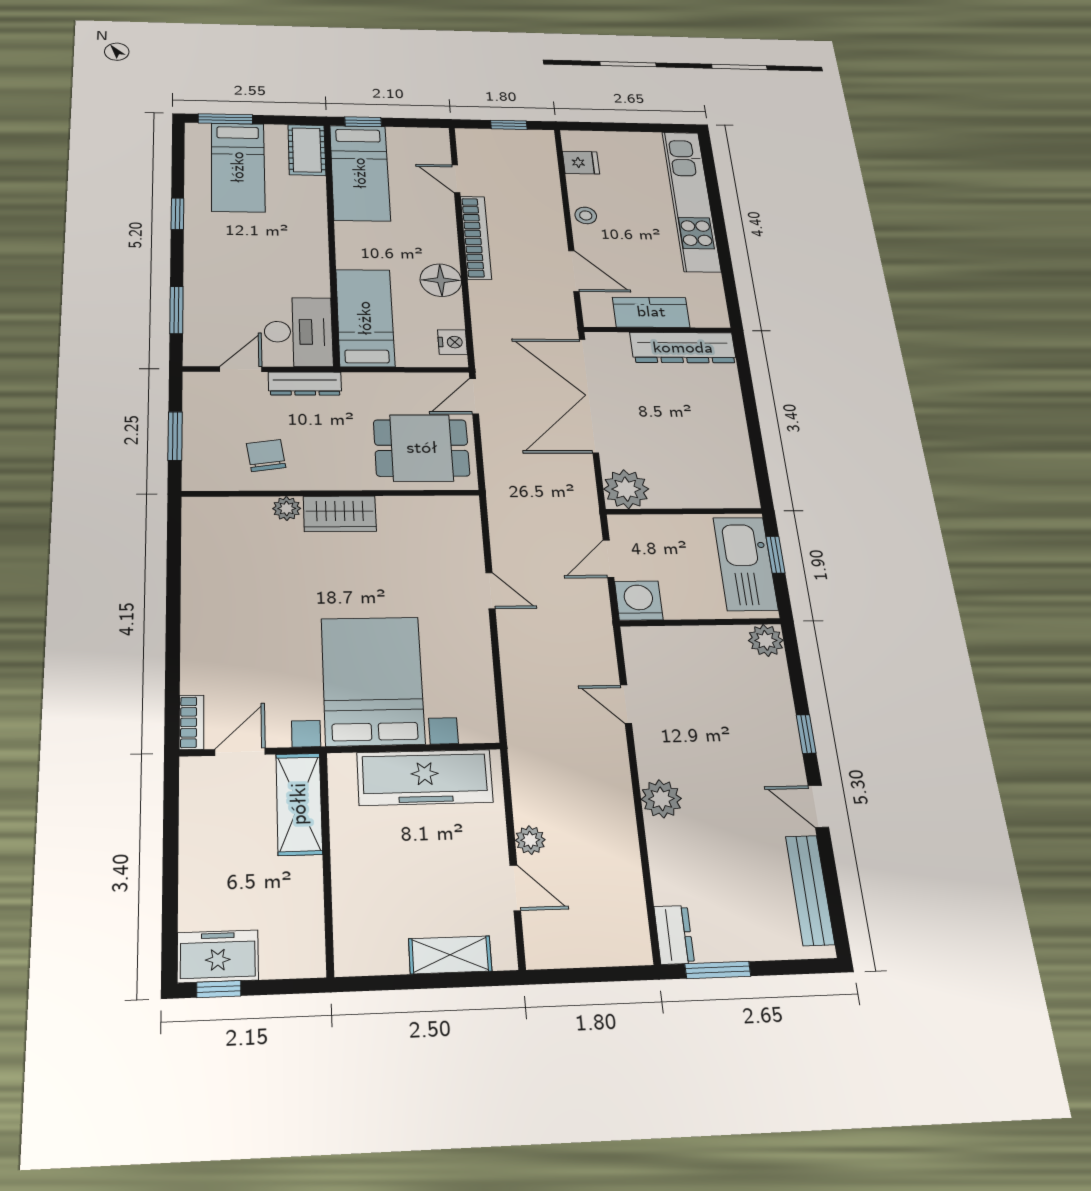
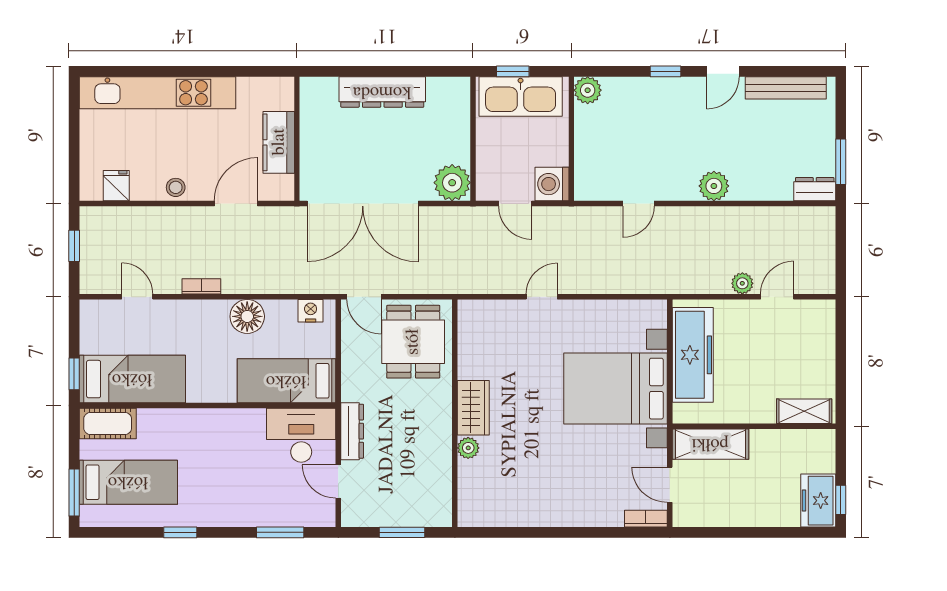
door: (456, 179) -> (137, 297), swing flipped
bookcase: (476, 237) -> (201, 286), width x0.43, depth x0.76
dresser: (683, 348) -> (382, 92), moved, turned 90
chair: (266, 456) -> (420, 463), removed
shelving: (450, 955) -> (804, 411), moved, turned 90

